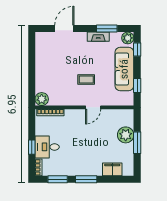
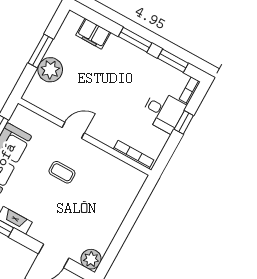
plant: (42, 99) -> (91, 259), moved

